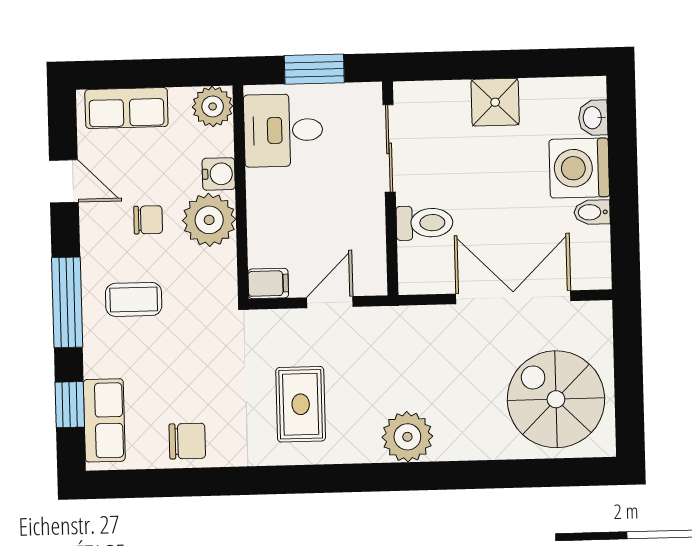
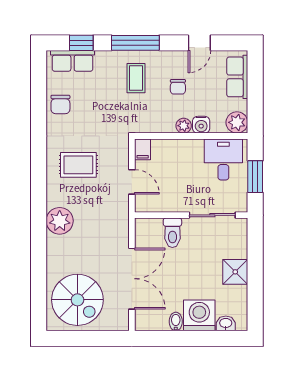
plant: (209, 220) -> (184, 126), width x0.53, depth x0.53
spiral stairs: (556, 399) -> (77, 300), turned 90

